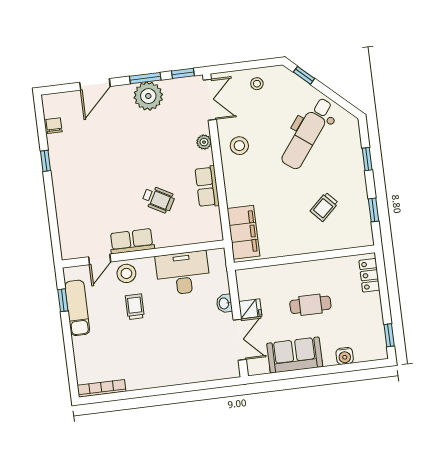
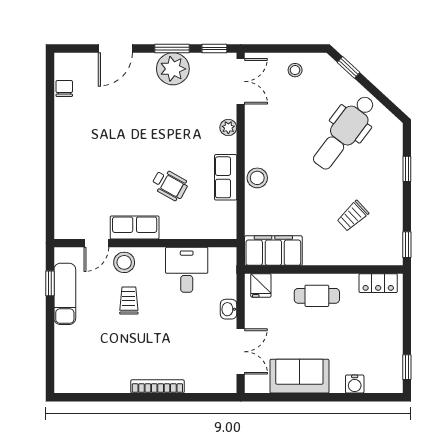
stool: (239, 146) -> (257, 178), moved
window: (46, 161) -> (50, 126), removed
window: (374, 210) -> (407, 245), moved
filing cabinet: (243, 232) -> (273, 251), moved, turned -90
desk: (183, 273) -> (187, 270), width x0.73
locker: (369, 275) -> (378, 283), moved, turned -90
cafe table: (310, 305) -> (317, 296), moved
fridge: (250, 309) -> (261, 285), moved, turned 90
bookcase: (101, 388) -> (157, 386), moved

